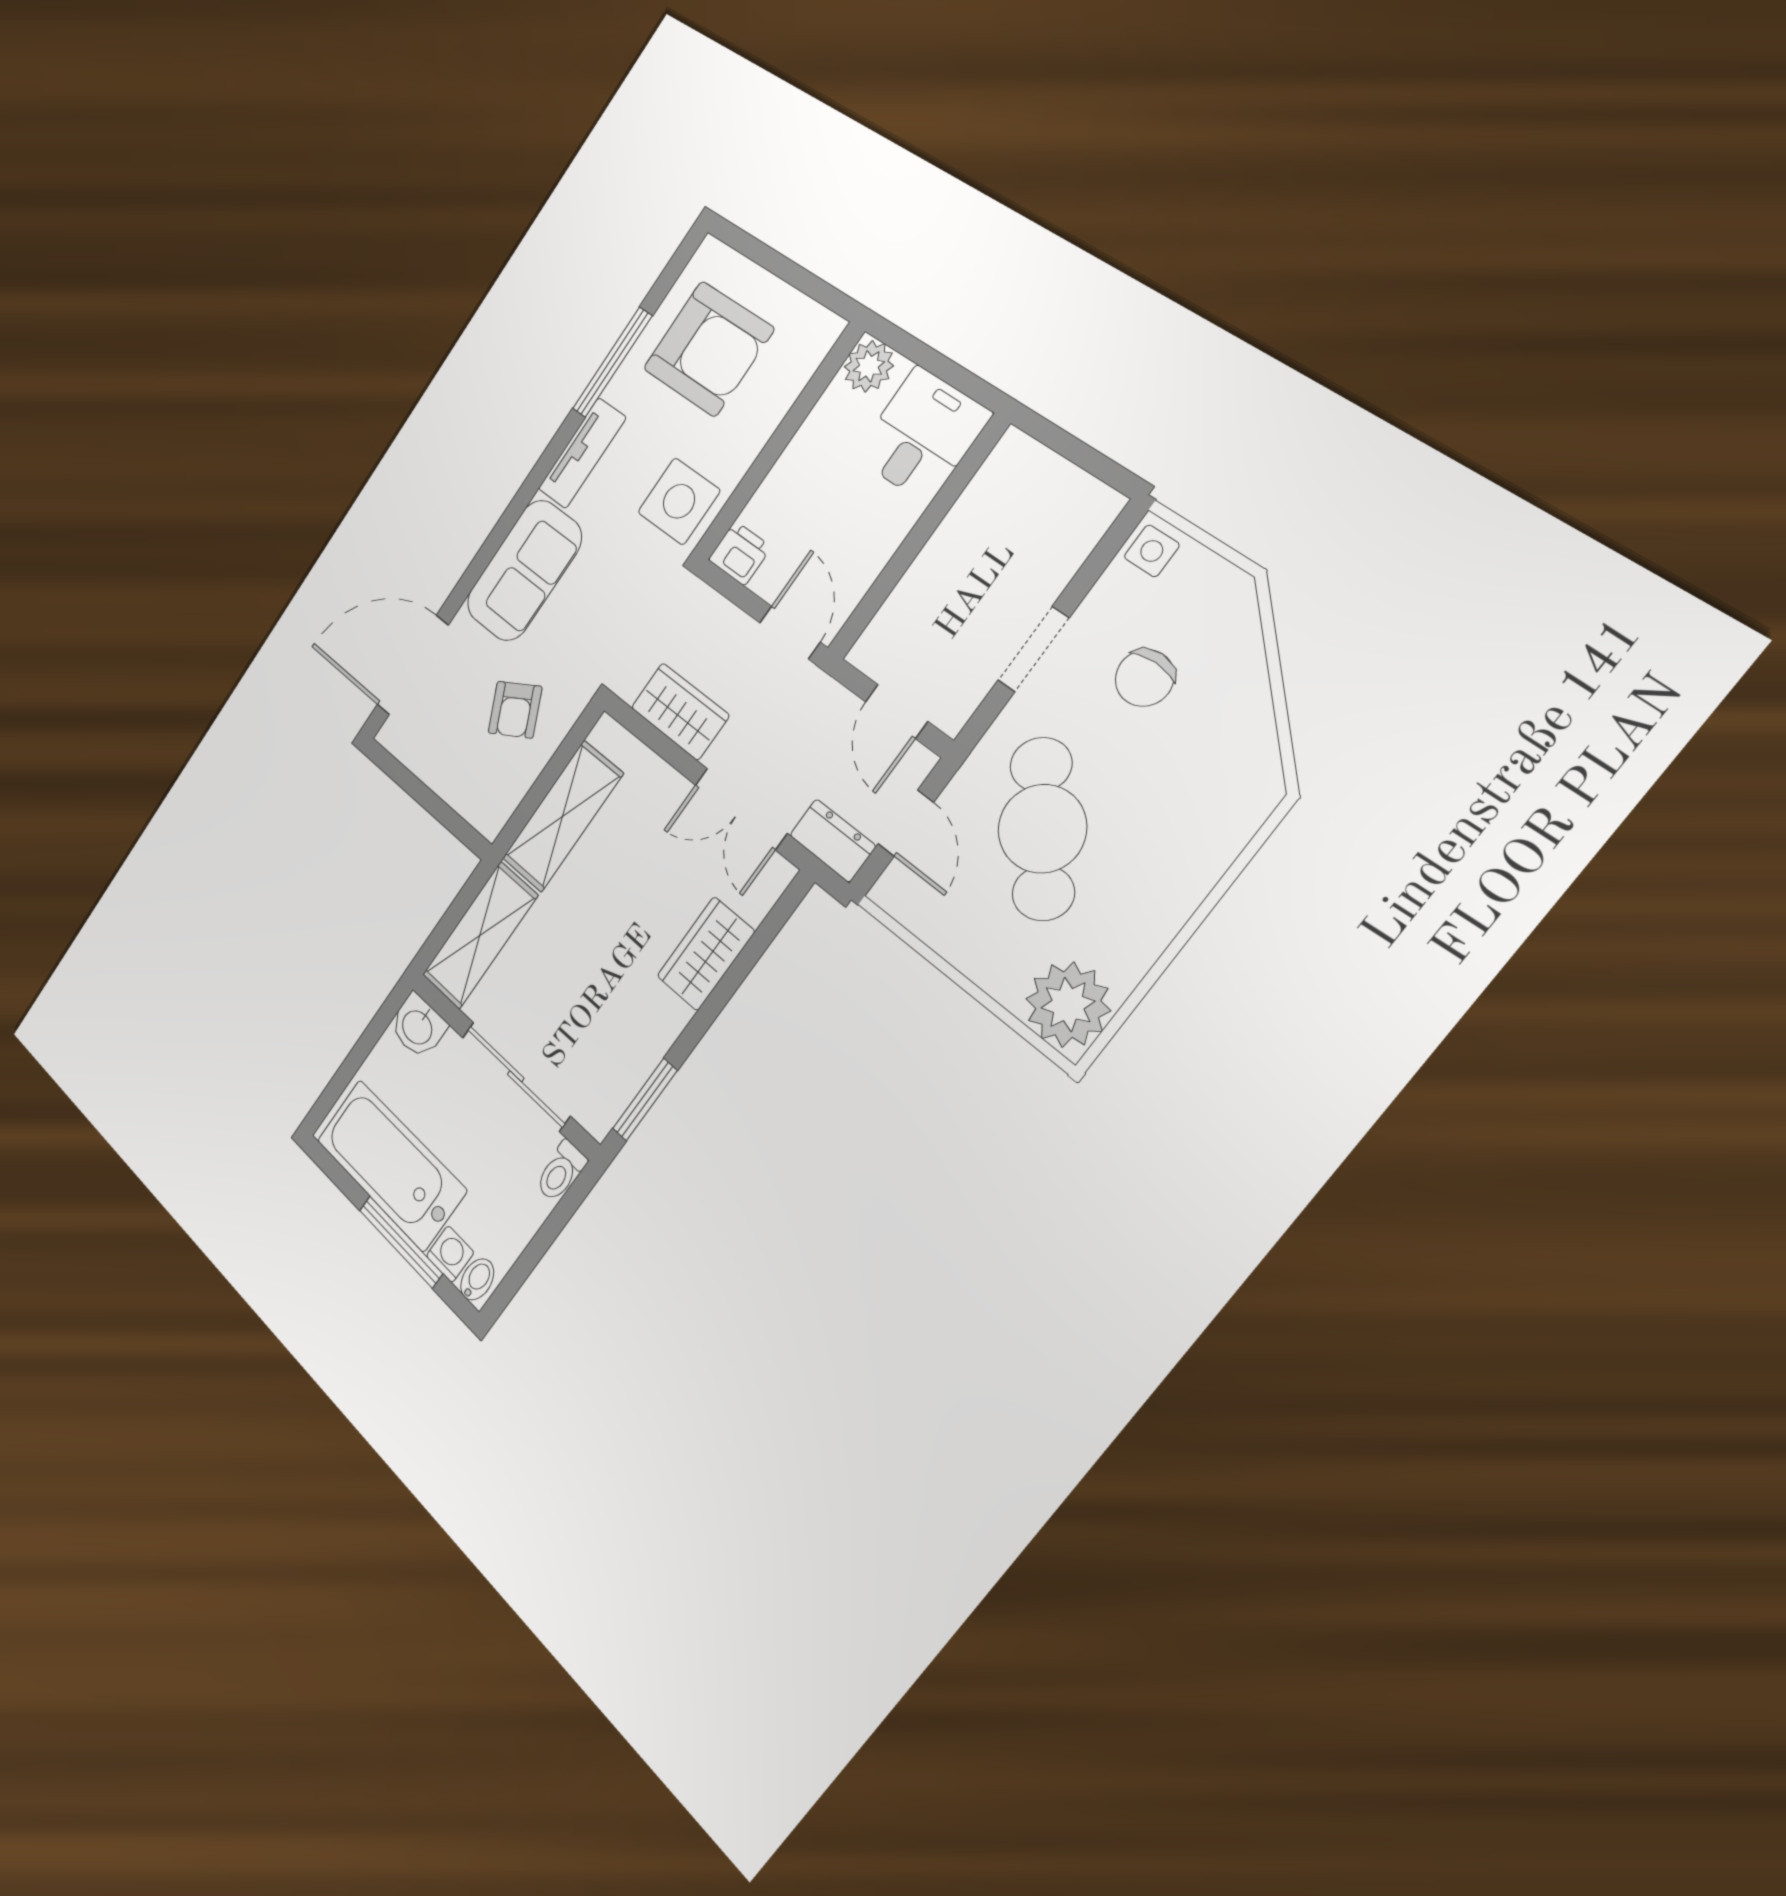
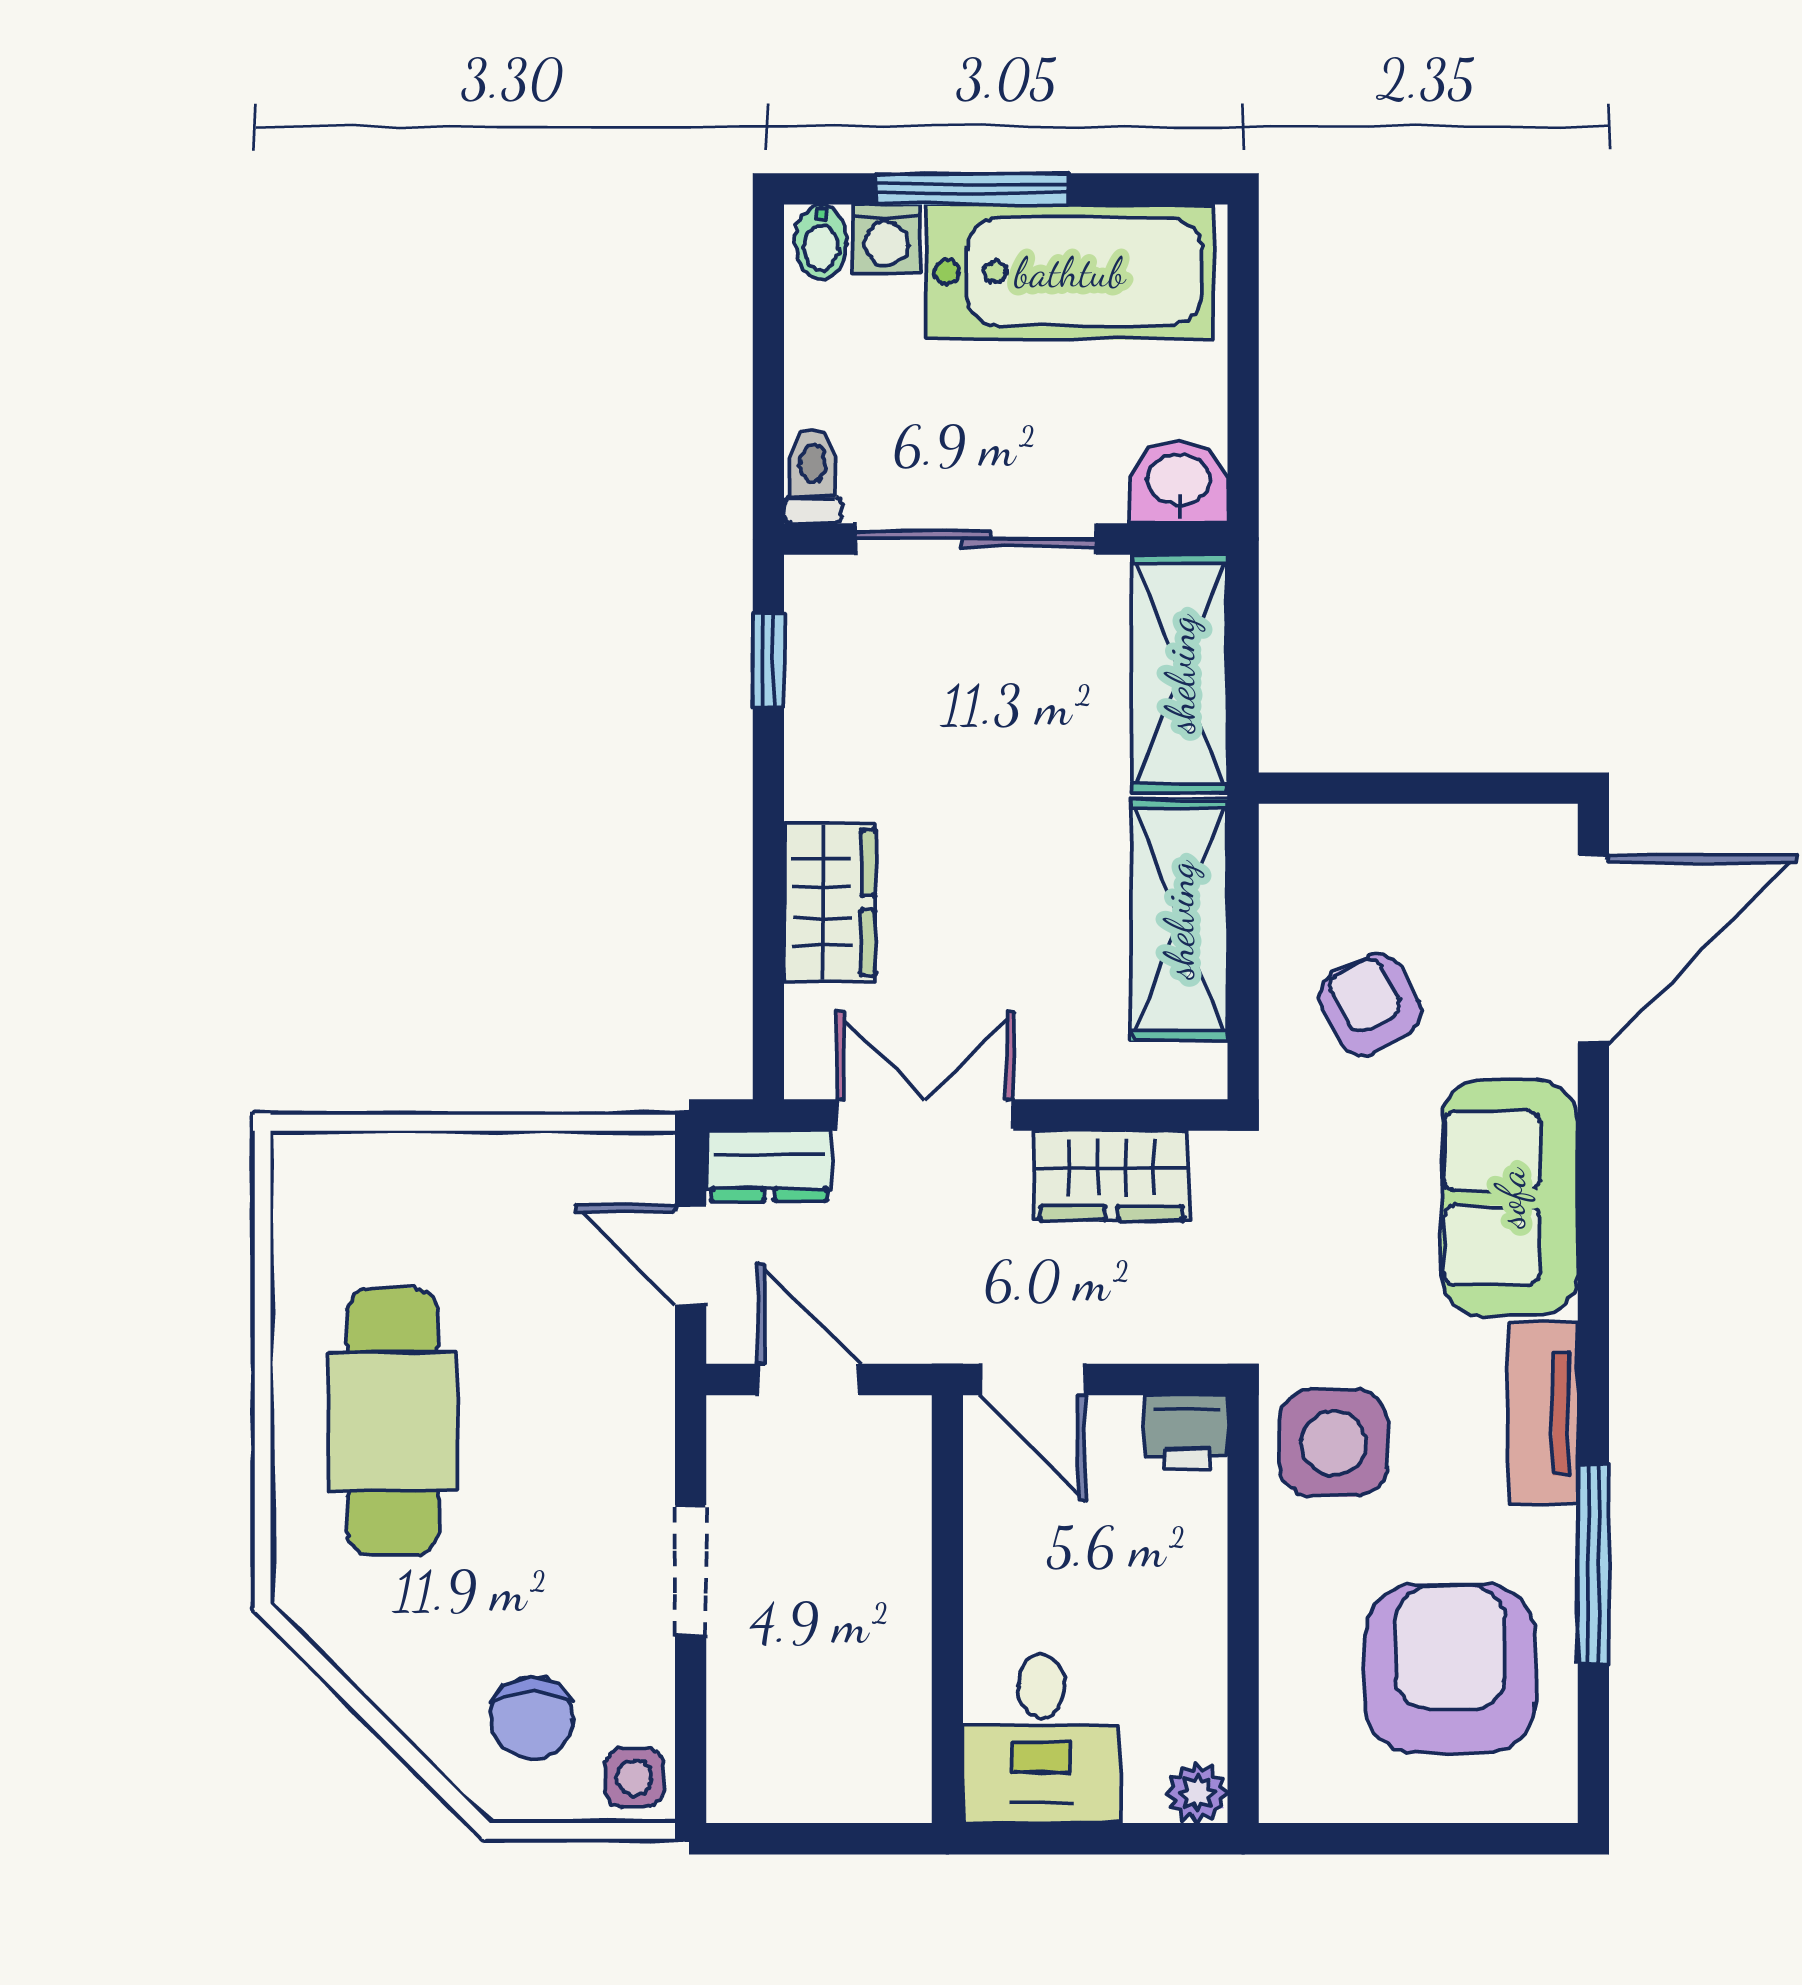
armchair: (708, 349) -> (1450, 1669), turned 90
plant: (869, 366) -> (1197, 1793), width x0.73, depth x0.73
chair: (1145, 678) -> (532, 1718), moved, turned 180
cafe table: (1042, 829) -> (393, 1421), moved, turned 39
plant: (1068, 1005) -> (332, 1192), removed
window: (645, 1100) -> (768, 660), width x0.67

